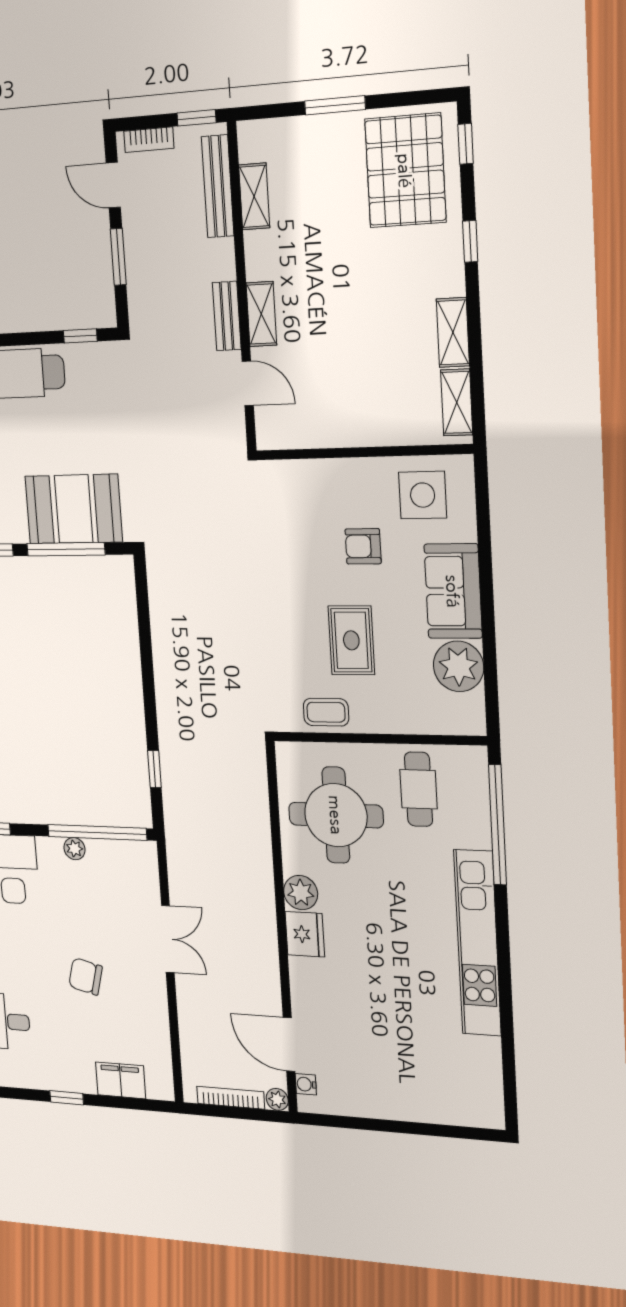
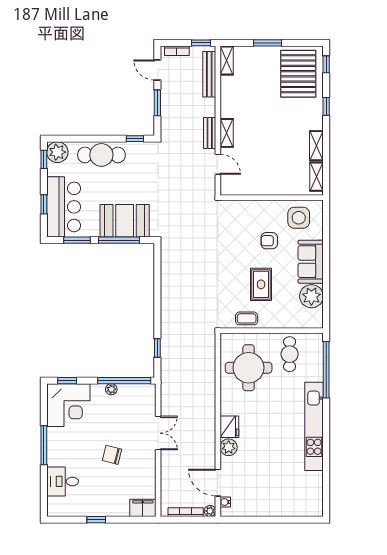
shelving: (254, 196) -> (227, 60), moved
plant: (301, 893) -> (229, 447), moved
filing cabinet: (121, 1080) -> (143, 508), moved

